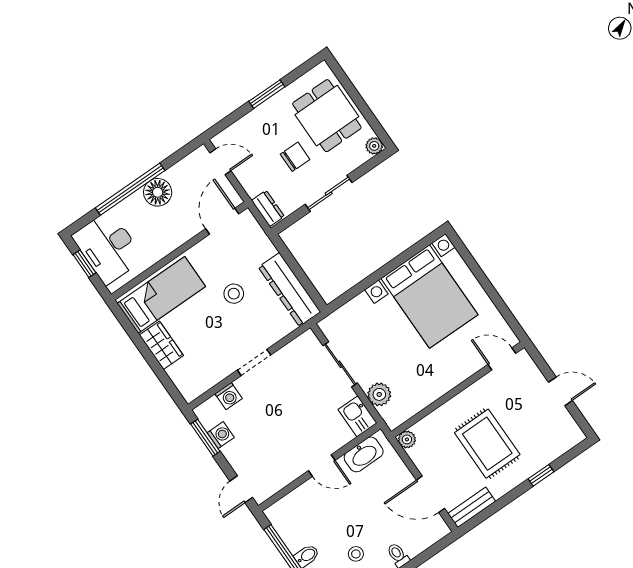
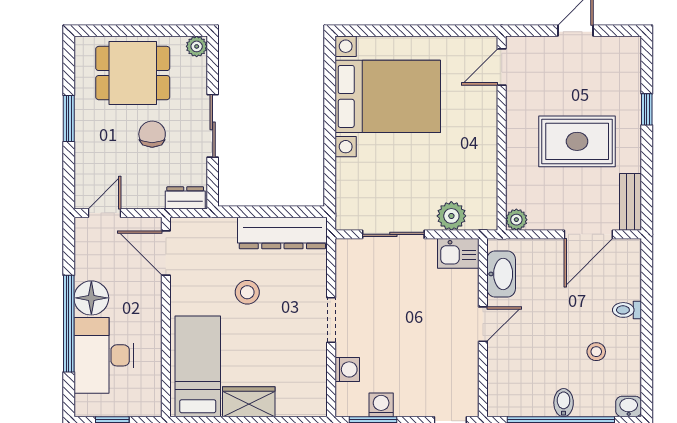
desk: (108, 247) -> (104, 355), moved, turned 90

